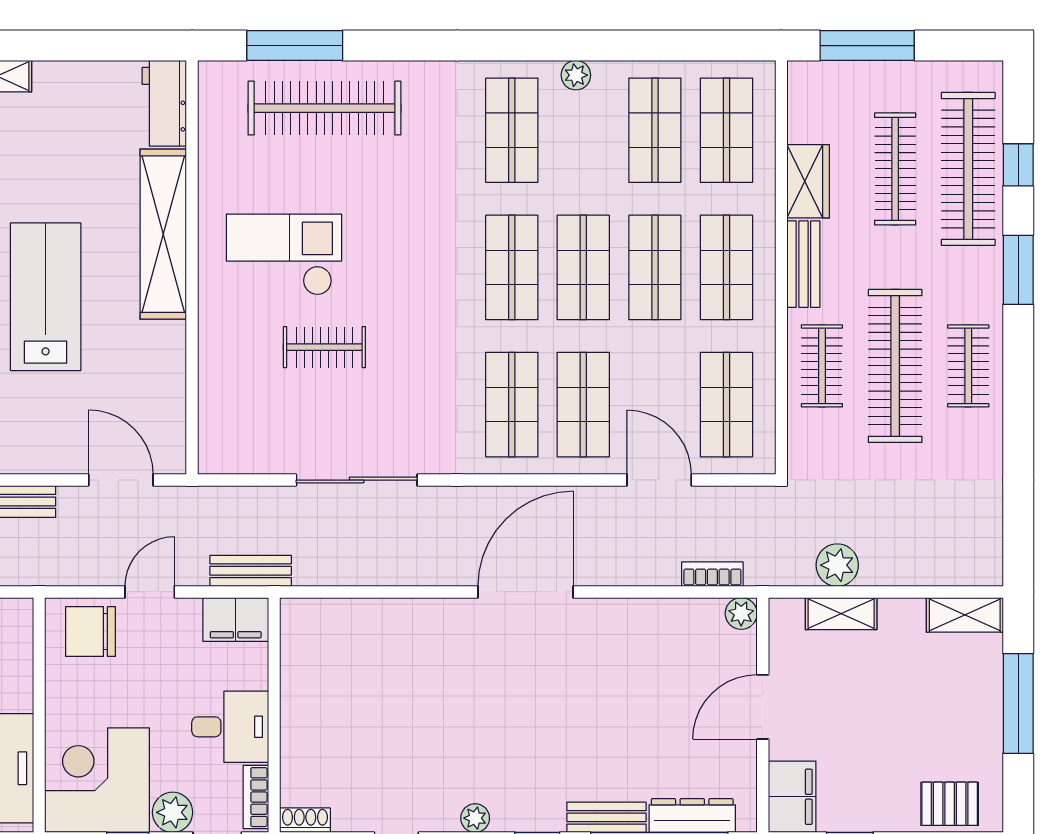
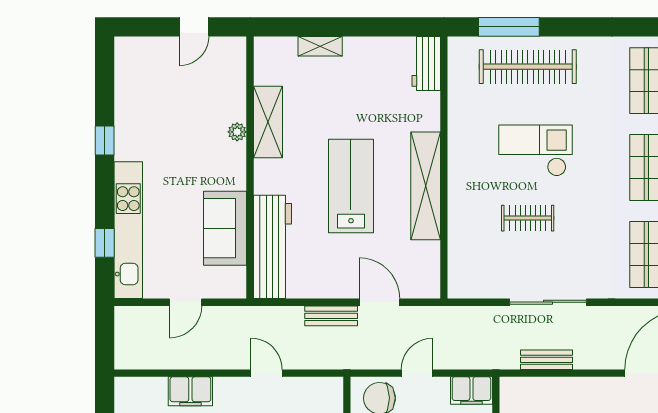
shelving: (163, 234) -> (426, 186), moved
checkout: (284, 255) -> (535, 150), moved
door: (121, 480) -> (379, 302), moved
bench: (251, 571) -> (547, 360), moved

